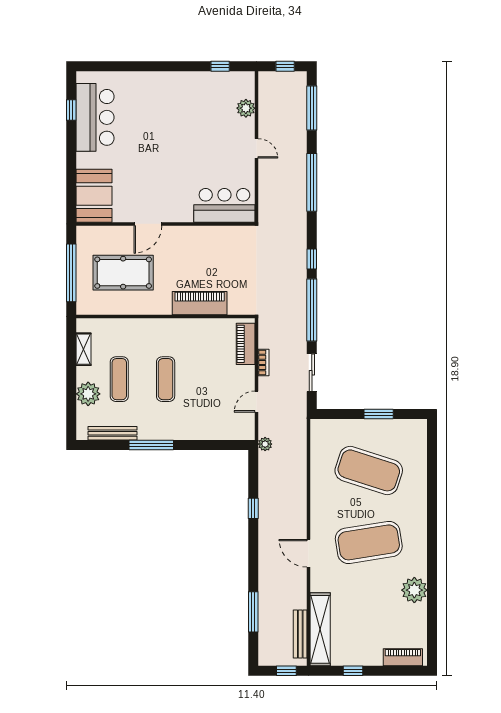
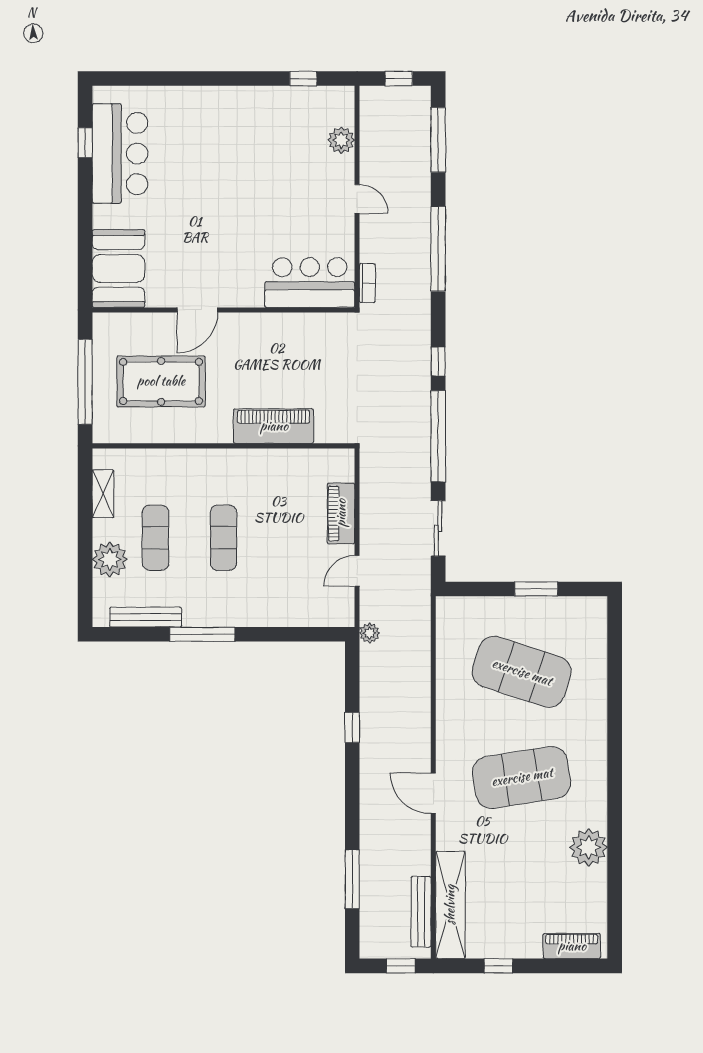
piano: (246, 344) -> (341, 513), moved
bookcase: (264, 362) -> (367, 283), moved

